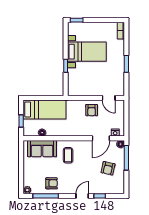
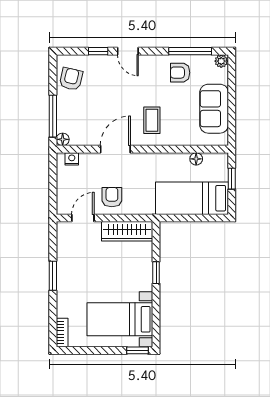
bed with nightstands: (87, 52) -> (120, 319), moved
wardrobe: (83, 90) -> (127, 231), added
door: (109, 98) -> (83, 218), hinge flipped
door: (101, 138) -> (115, 149), moved
sofa: (42, 149) -> (214, 109), moved, turned -90
armchair: (108, 168) -> (71, 79), moved
door: (82, 196) -> (128, 51), hinge flipped

